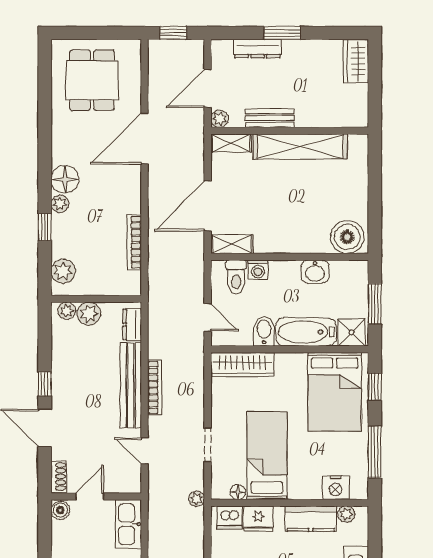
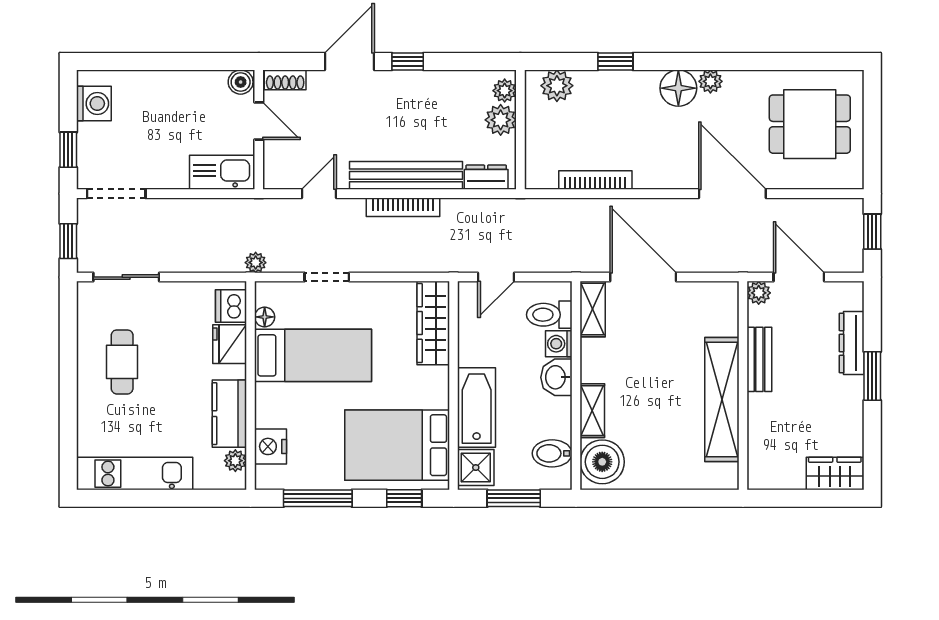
shelving: (231, 143) -> (592, 411), moved
plant: (60, 204) -> (710, 81), moved
washbasin: (315, 272) -> (556, 377), moved
bidet: (264, 331) -> (552, 453), moved, turned 180

